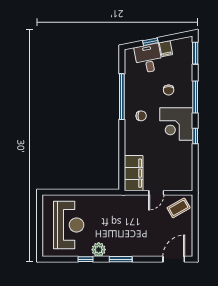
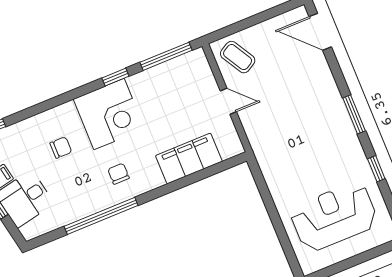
window: (195, 97) -> (166, 56), moved
filing cabinet: (134, 173) -> (189, 159), moved
plant: (99, 250) -> (353, 155), removed

